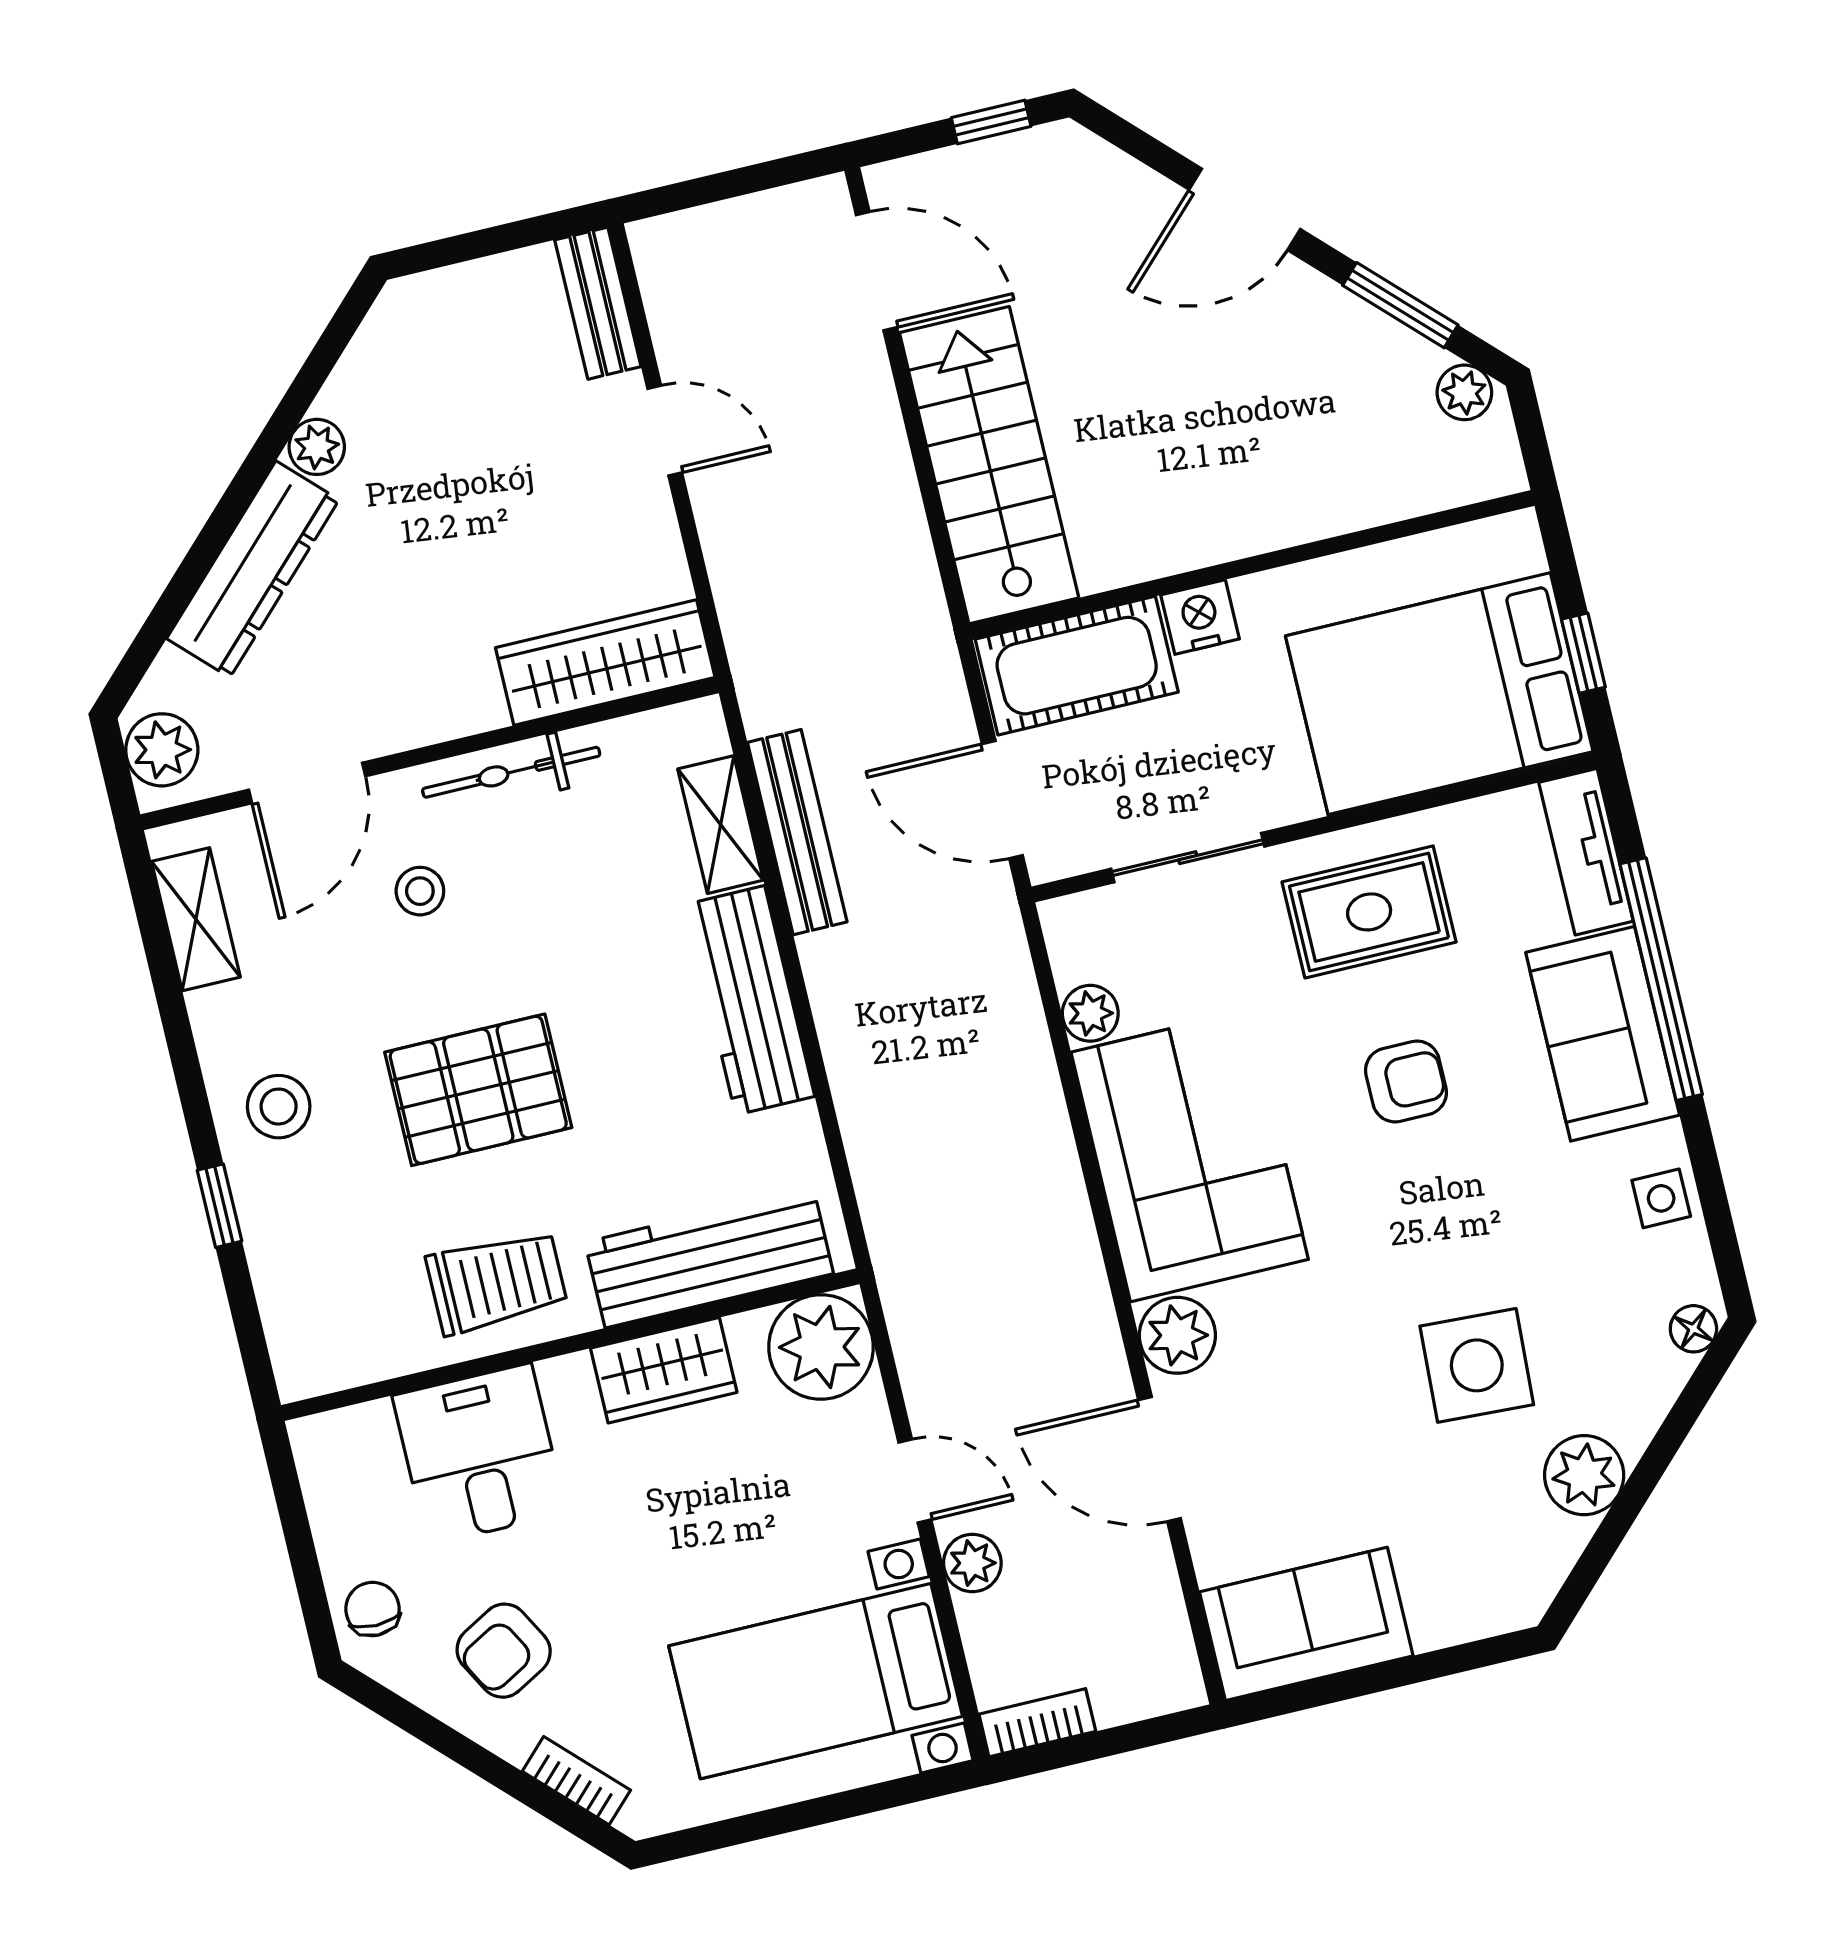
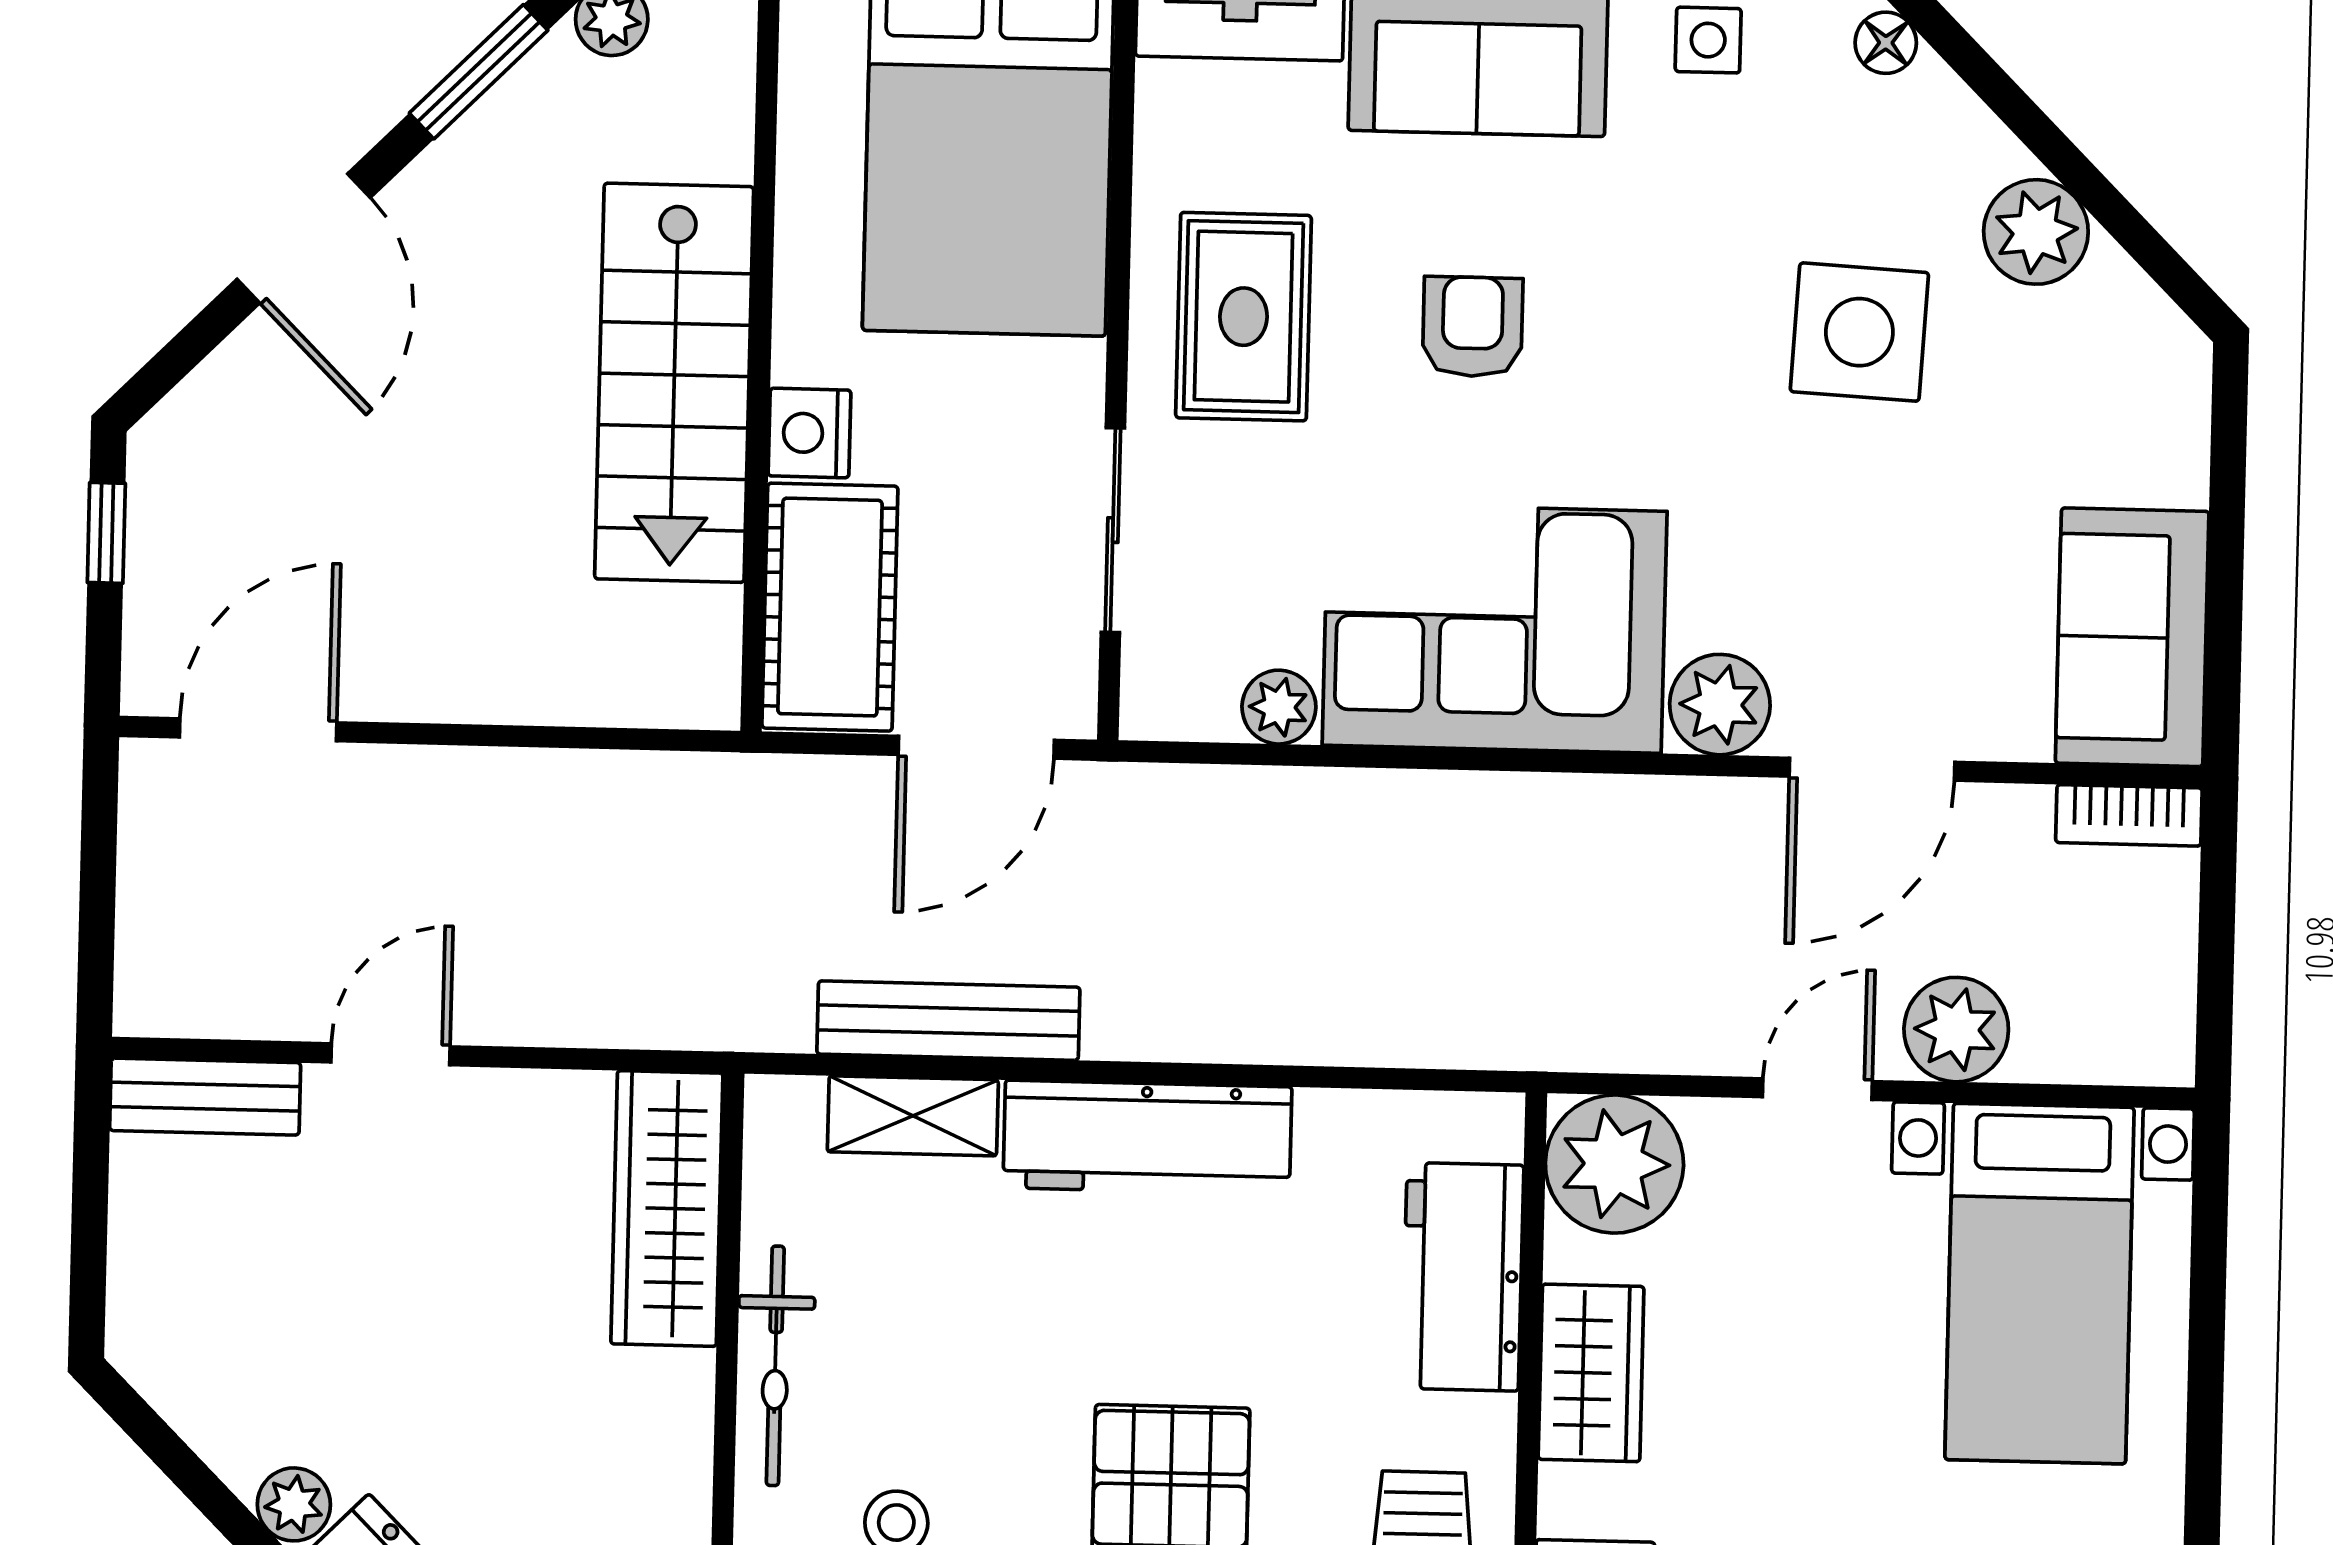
stairs: (989, 465) -> (674, 383), moved, turned -90
workbench: (709, 1258) -> (1463, 1277), width x0.73
plant: (972, 1563) -> (1956, 1030), width x1.38, depth x1.38
bookcase: (1037, 1723) -> (2129, 815), moved, turned -90

